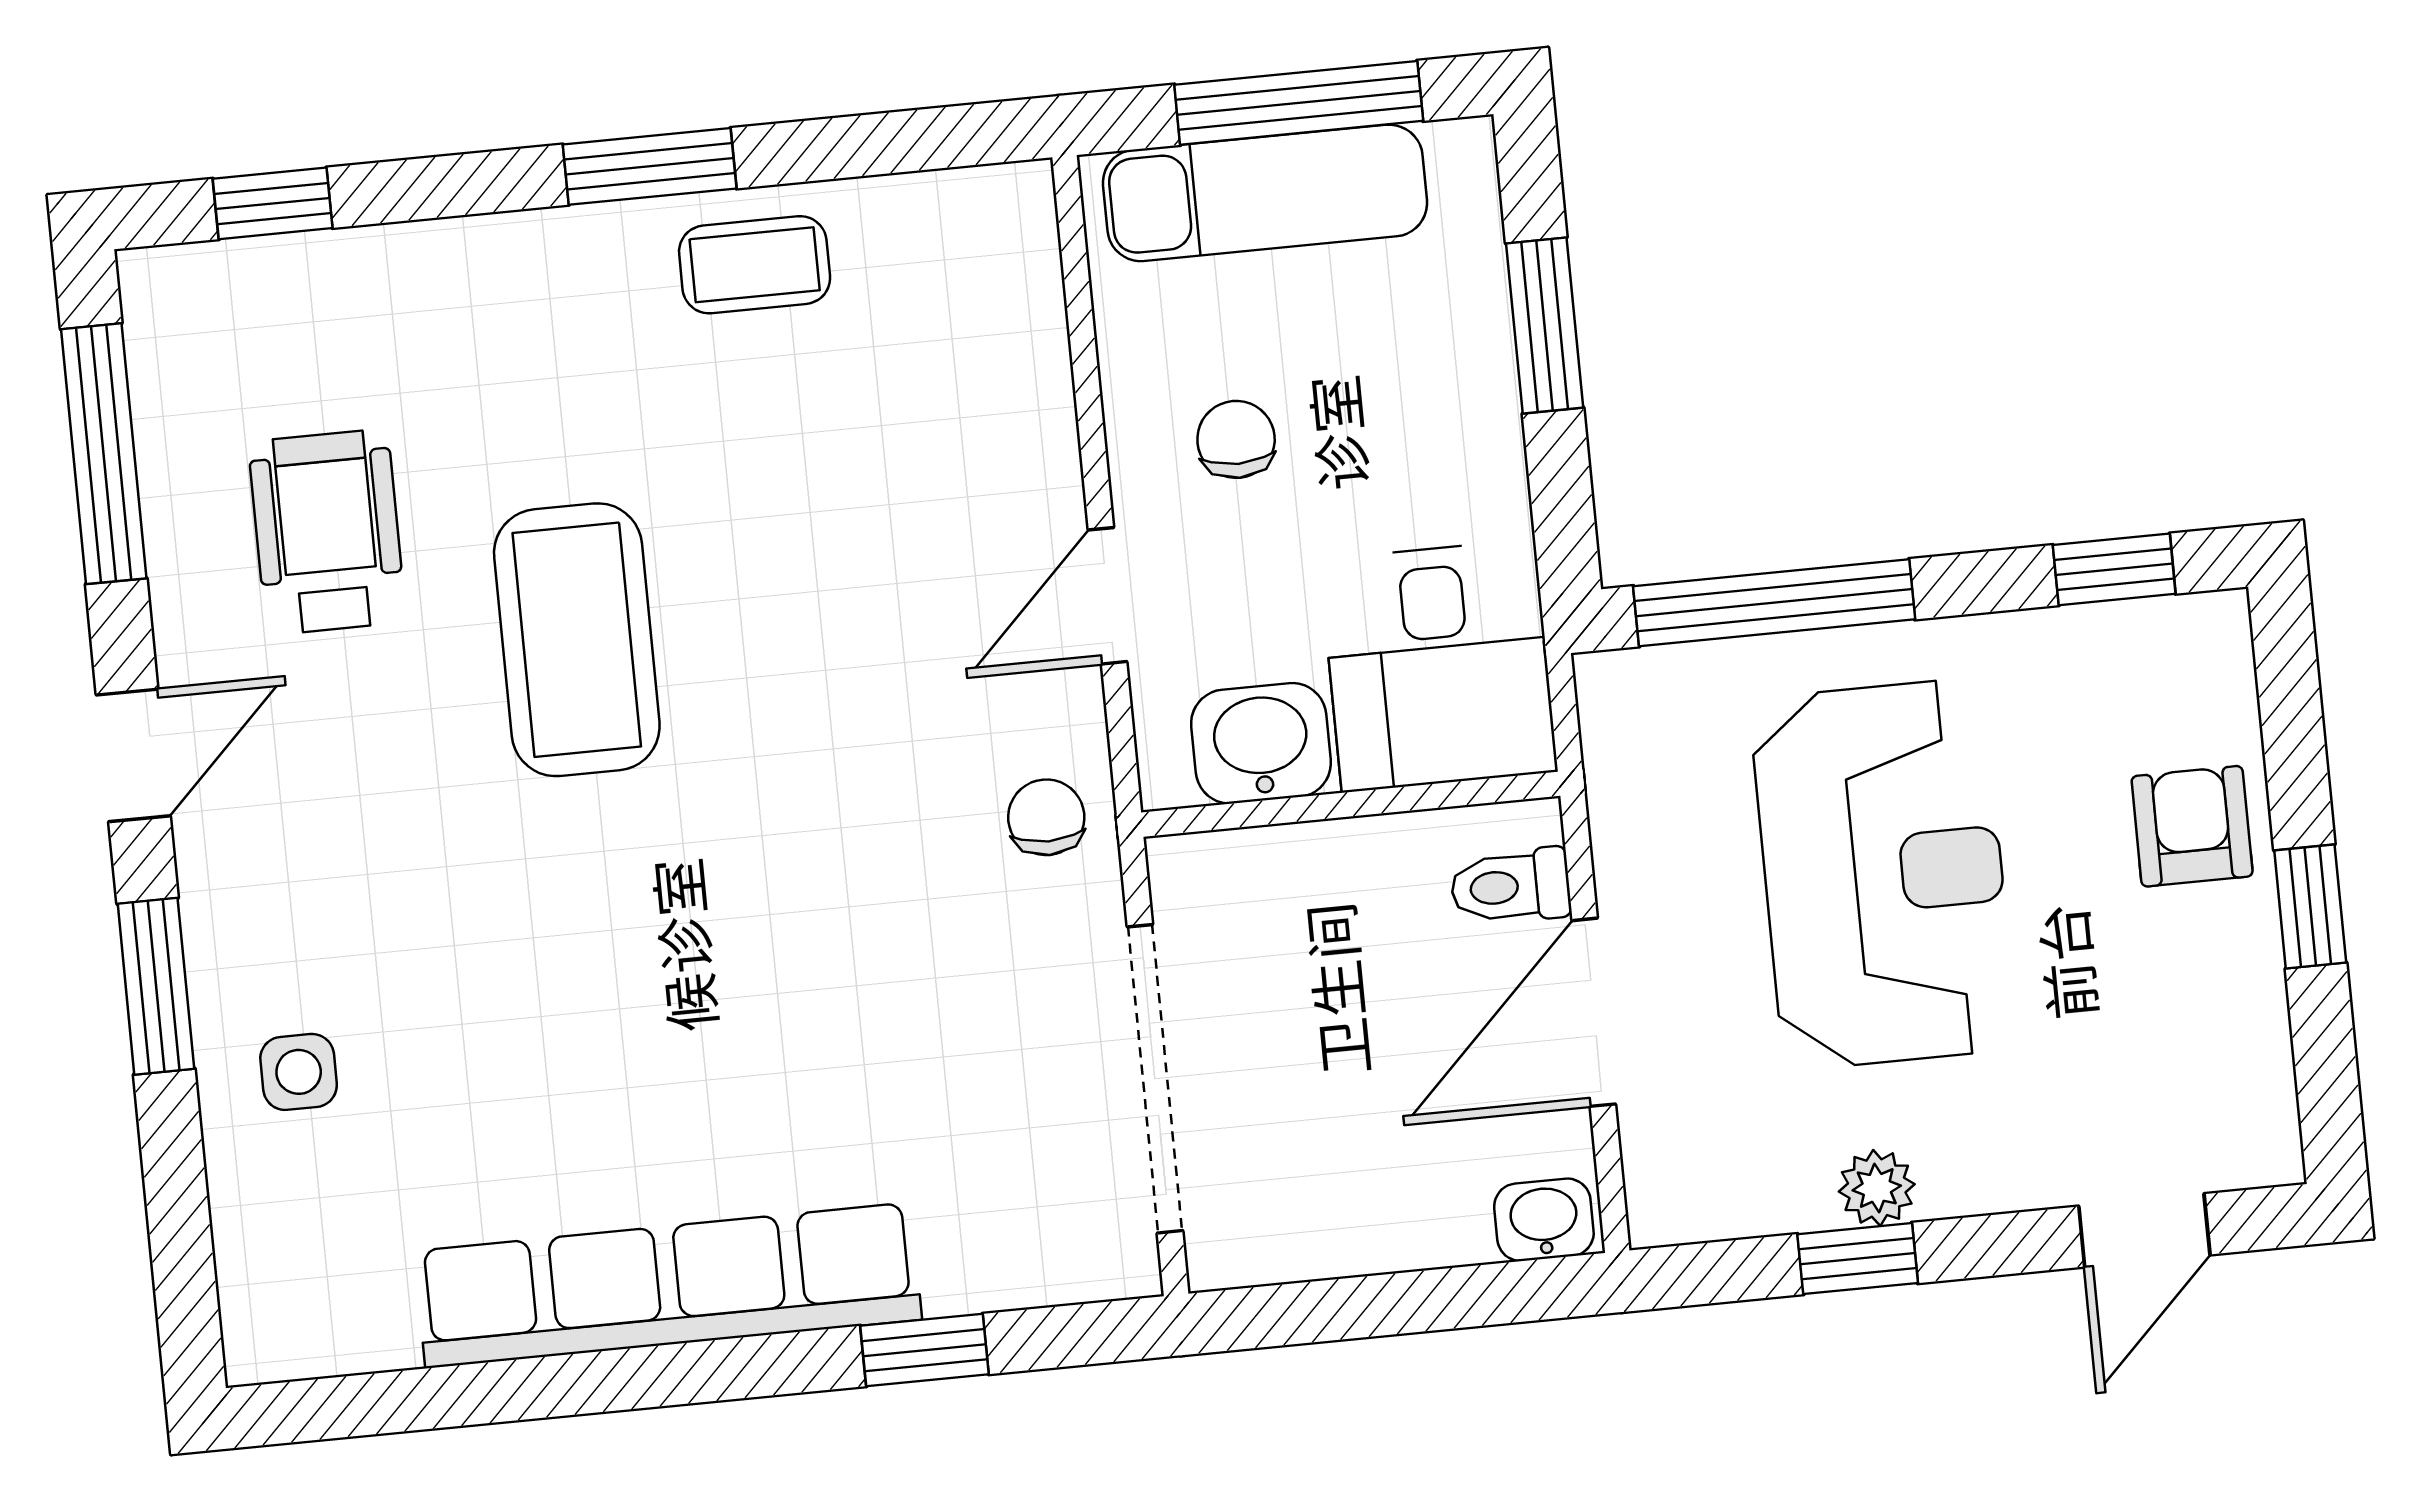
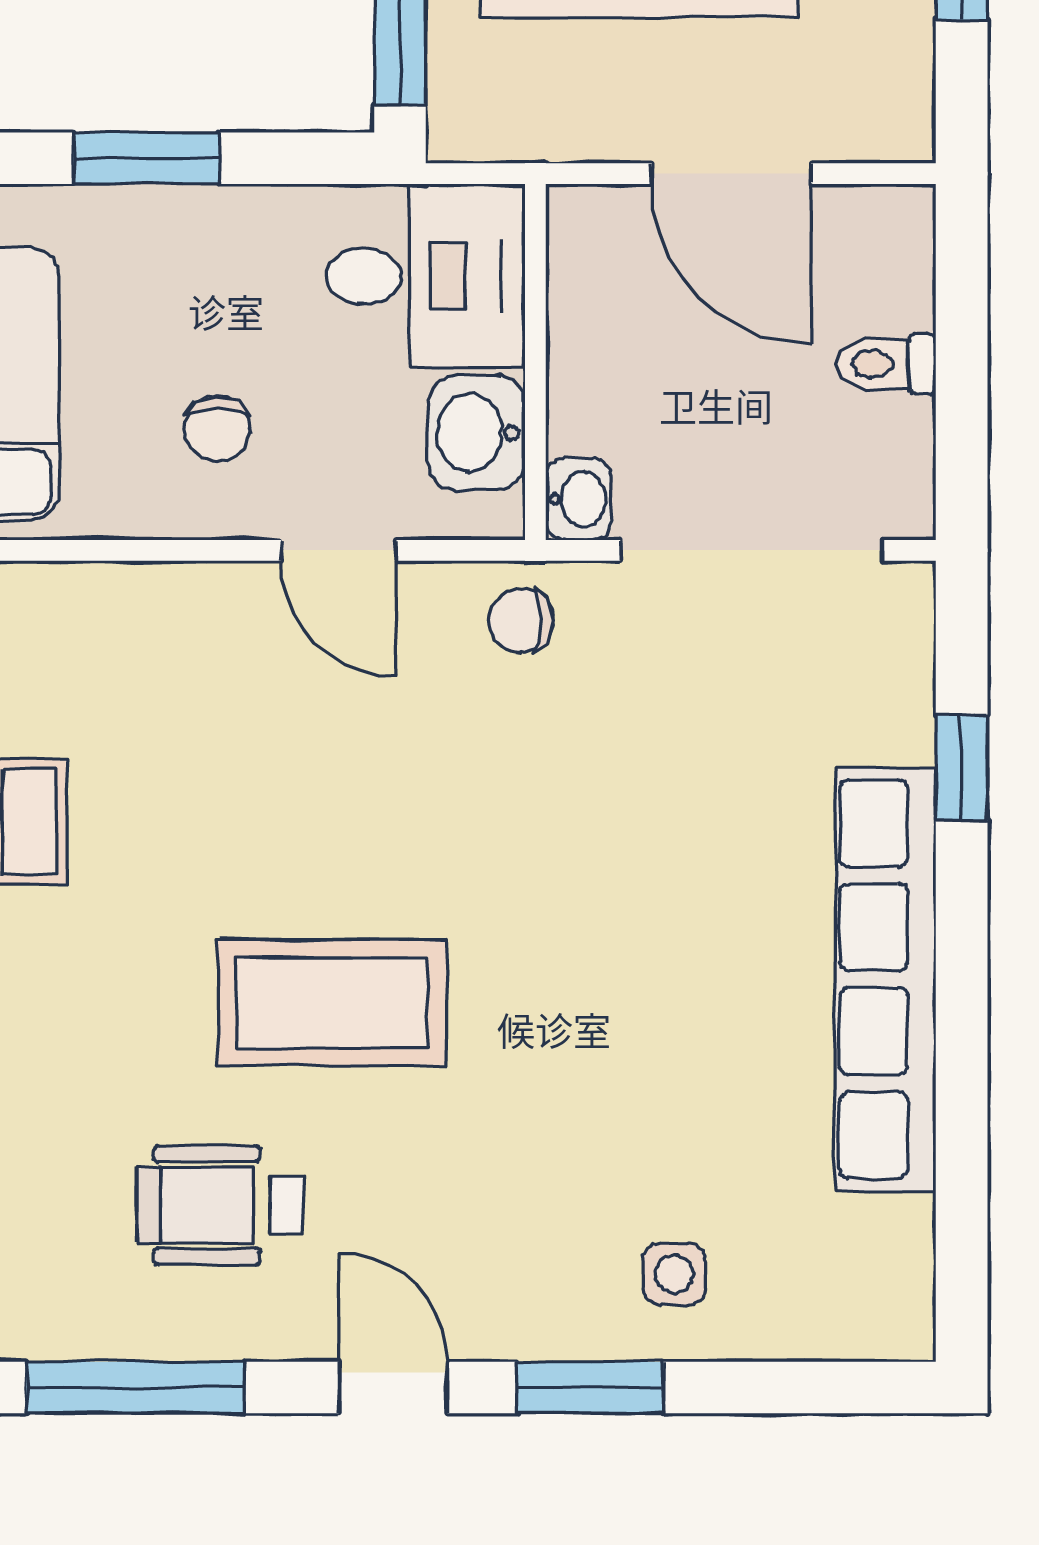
chair: (1236, 439) -> (217, 429), turned -90
toilet: (1511, 886) -> (886, 364), moved, turned 90
washbasin: (1544, 1220) -> (579, 499), moved, turned 180

